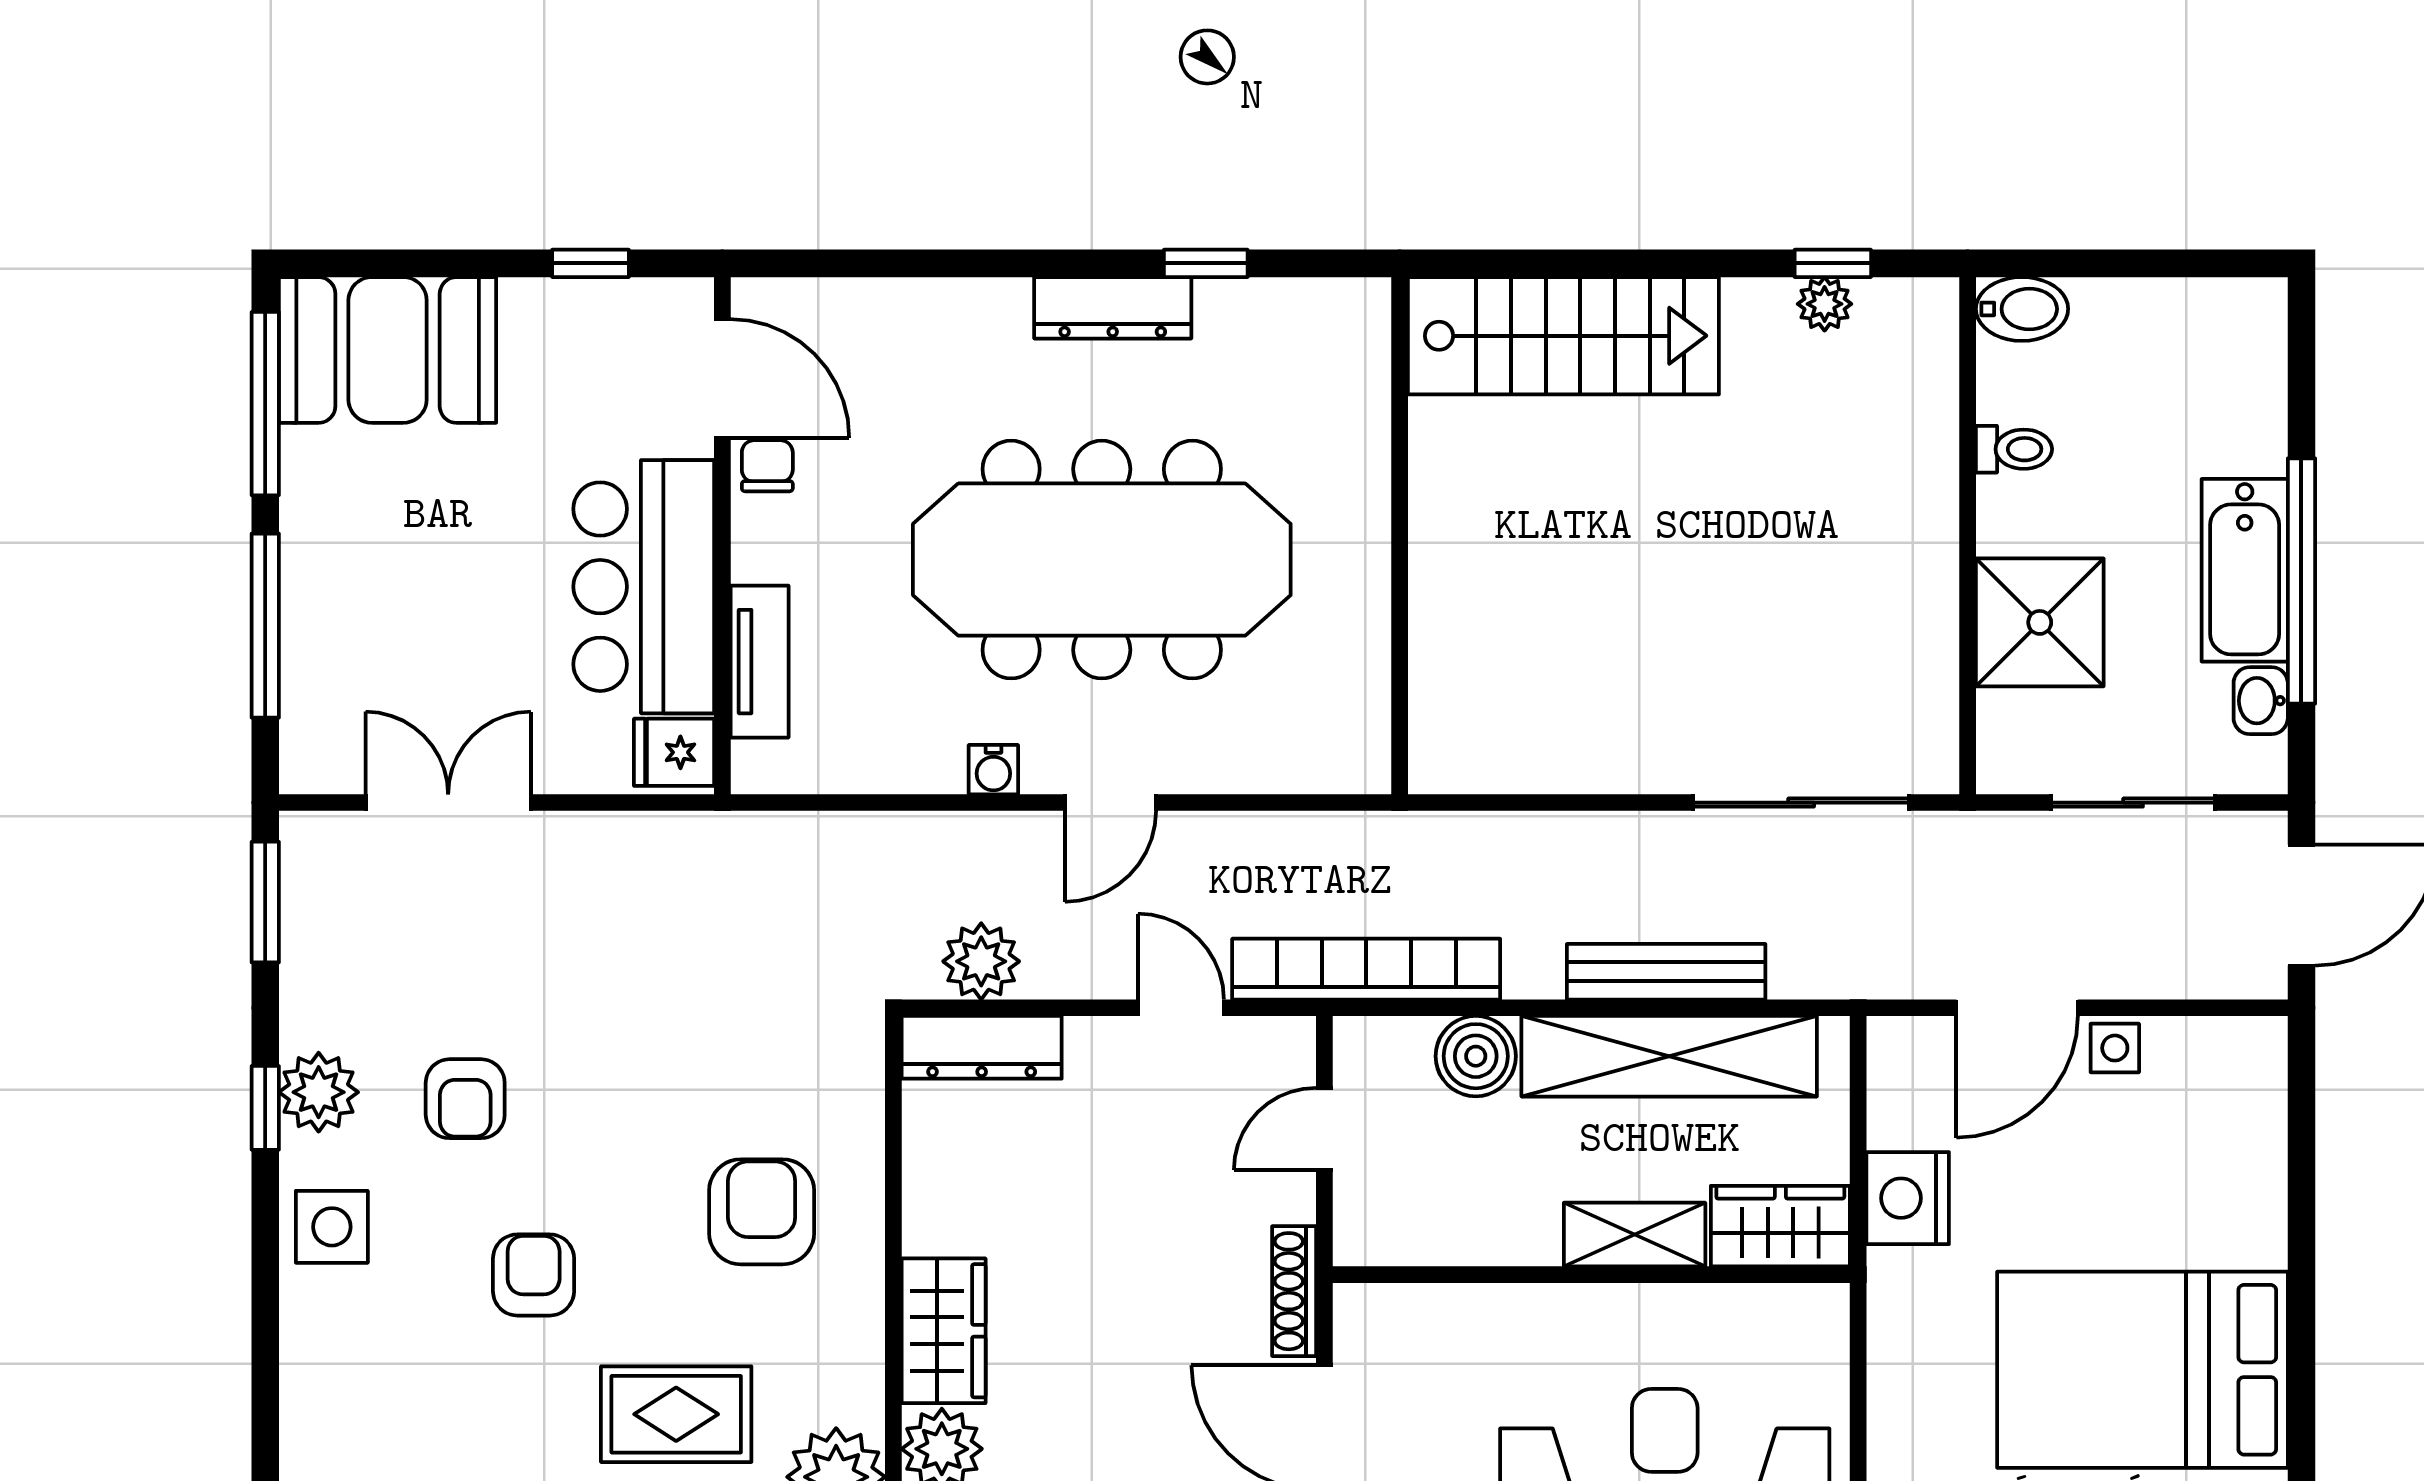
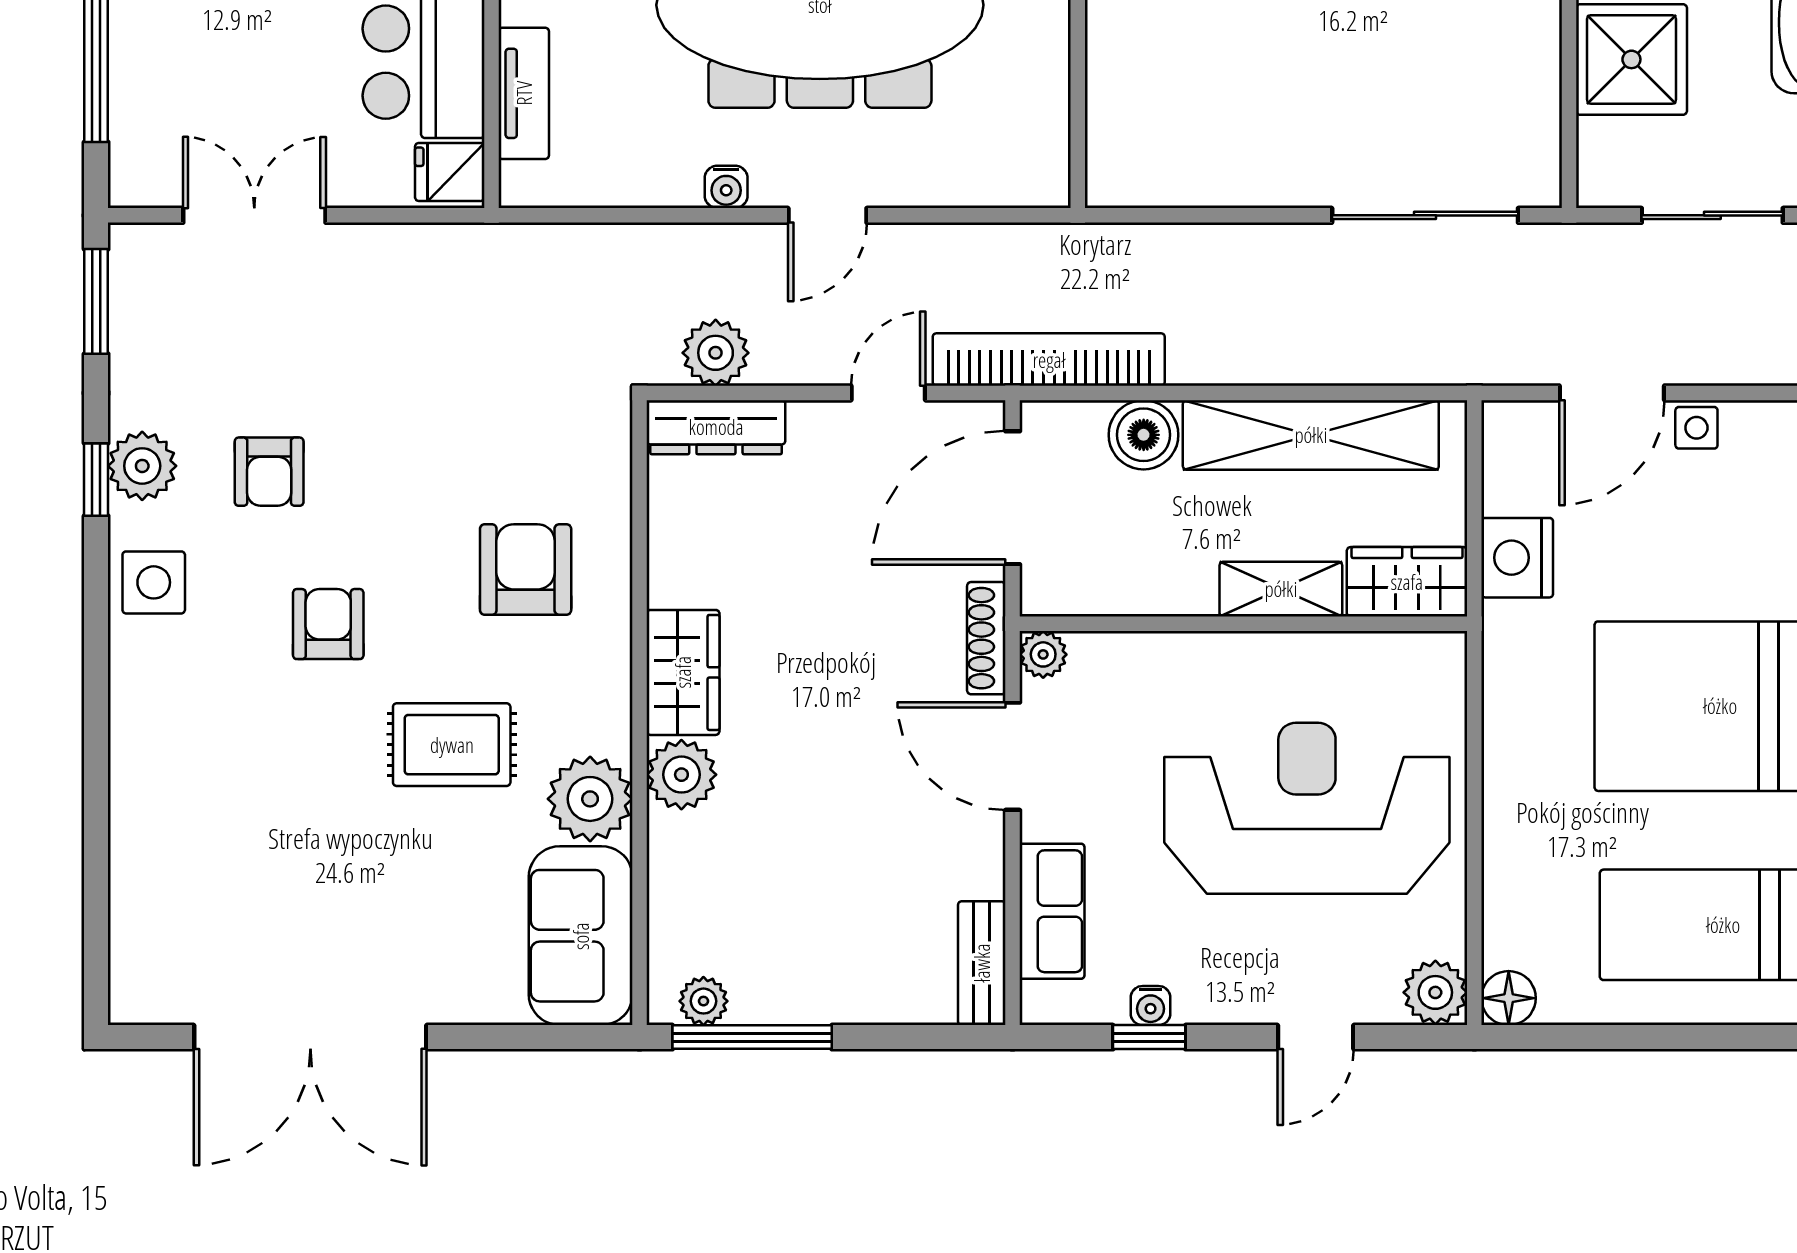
bench: (1666, 972) -> (1308, 362), removed
door: (1181, 1008) -> (888, 393), hinge flipped
door: (1324, 1129) -> (1013, 498), width x1.88
plant: (1360, 1310) -> (1043, 654), added

